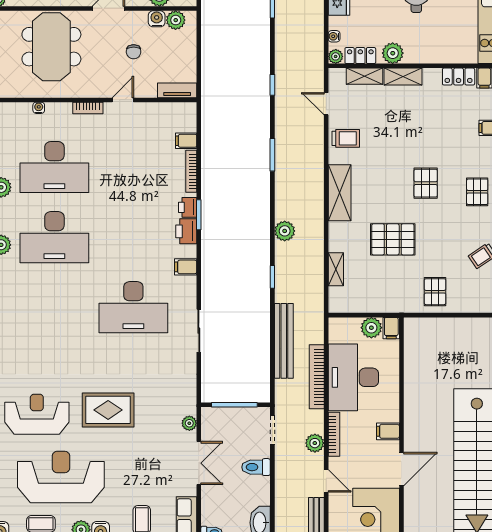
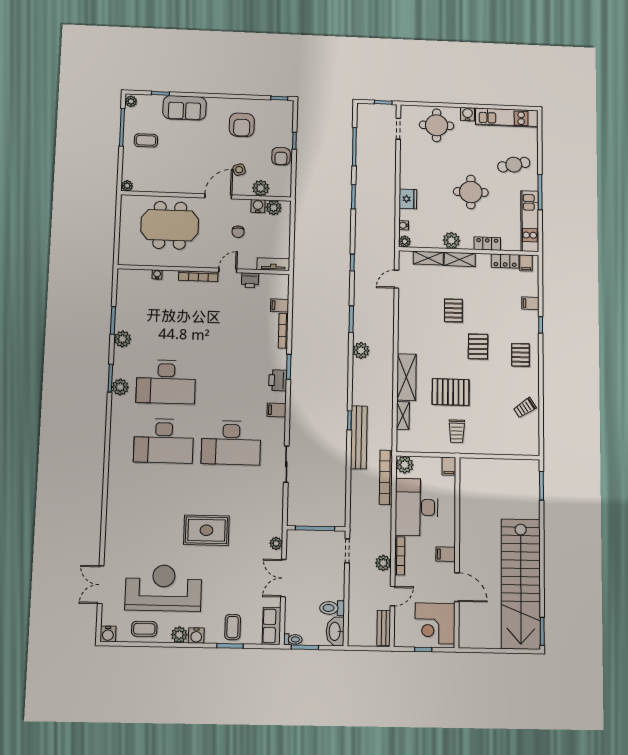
meeting table: (51, 47) -> (170, 225), turned 90
locker: (360, 56) -> (487, 244), moved
door: (326, 104) -> (396, 279), hinge flipped
bookcase: (88, 108) -> (198, 276), width x1.56
trolley: (346, 138) -> (457, 431), moved, turned 90
desk: (54, 167) -> (164, 441), moved
shelving: (340, 193) -> (406, 377), moved
printer: (188, 207) -> (250, 280), moved, turned -90
plant: (285, 231) -> (361, 350), moved
pallet: (435, 292) -> (453, 310), moved
plant: (371, 328) -> (405, 465), moved
bench: (284, 341) -> (359, 437), moved
bookcase: (317, 377) -> (386, 477), moved
reception desk: (37, 414) -> (145, 532), removed
double door: (199, 463) -> (283, 578), swing flipped
toilet: (256, 467) -> (332, 608), moved
door: (401, 469) -> (457, 587), hinge flipped
door: (326, 481) -> (392, 596), hinge flipped

